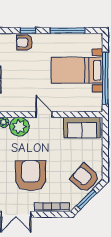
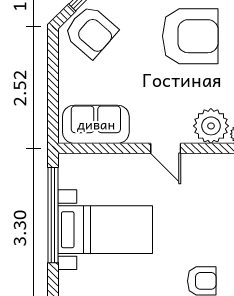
armchair: (31, 176) -> (190, 36), turned -90

